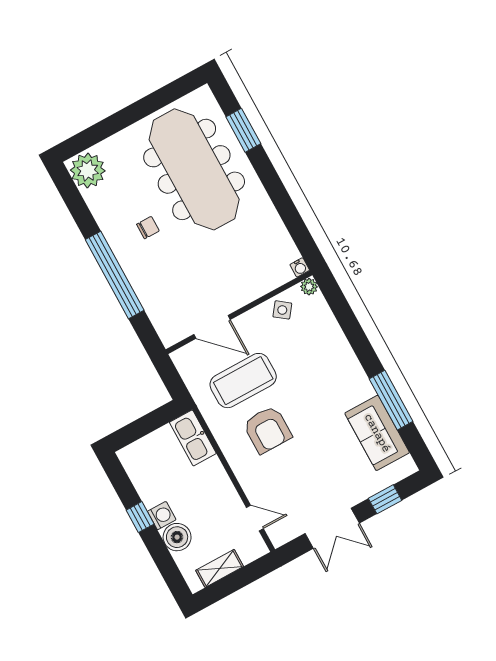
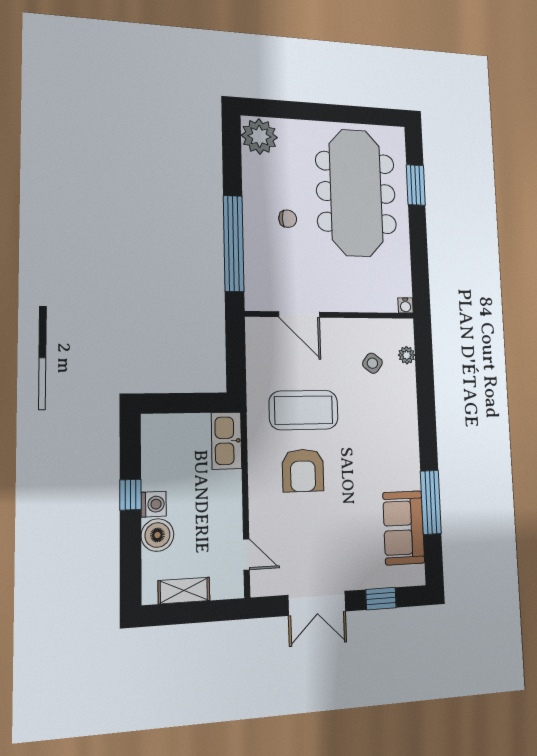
water cooler: (300, 267) -> (406, 305), moved
wall: (239, 312) -> (331, 315), moved
door: (212, 327) -> (299, 314), moved

